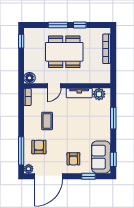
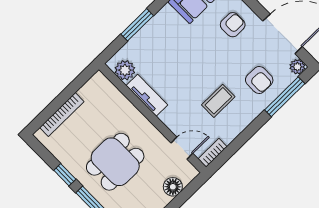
dining table: (64, 52) -> (115, 162), width x0.73
floor lamp: (30, 78) -> (173, 187), moved
door: (54, 86) -> (182, 148), moved
armchair: (39, 147) -> (259, 80), turned -89

